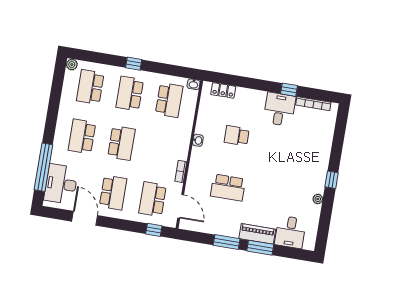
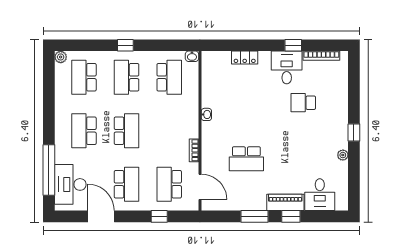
locker: (223, 90) -> (245, 58), moved
school desk: (237, 136) -> (303, 103), moved
window: (154, 230) -> (159, 216), moved
window: (260, 248) -> (291, 216), width x0.67

